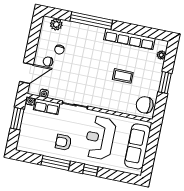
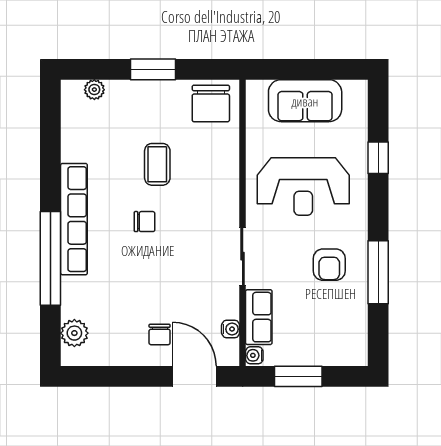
row of seats: (129, 39) -> (74, 219), moved
chair: (59, 50) -> (145, 222), moved
sofa: (137, 146) -> (305, 101), width x0.73
window: (90, 170) -> (378, 158), moved

